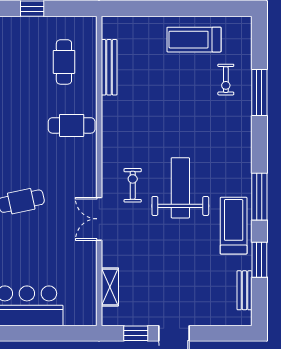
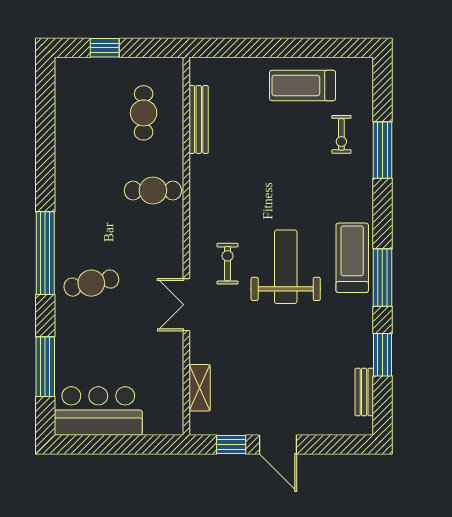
treadmill: (234, 226) -> (352, 258), moved

